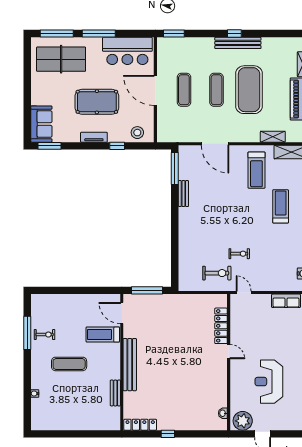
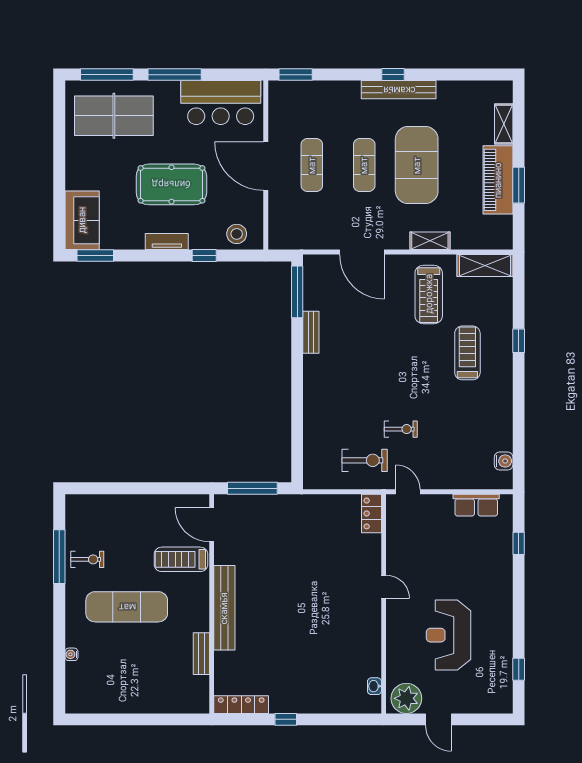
shelving: (273, 137) -> (430, 241), moved
locker: (221, 326) -> (372, 513), moved, width x0.66
exercise mat: (69, 364) -> (127, 607), width x1.36, depth x1.45

